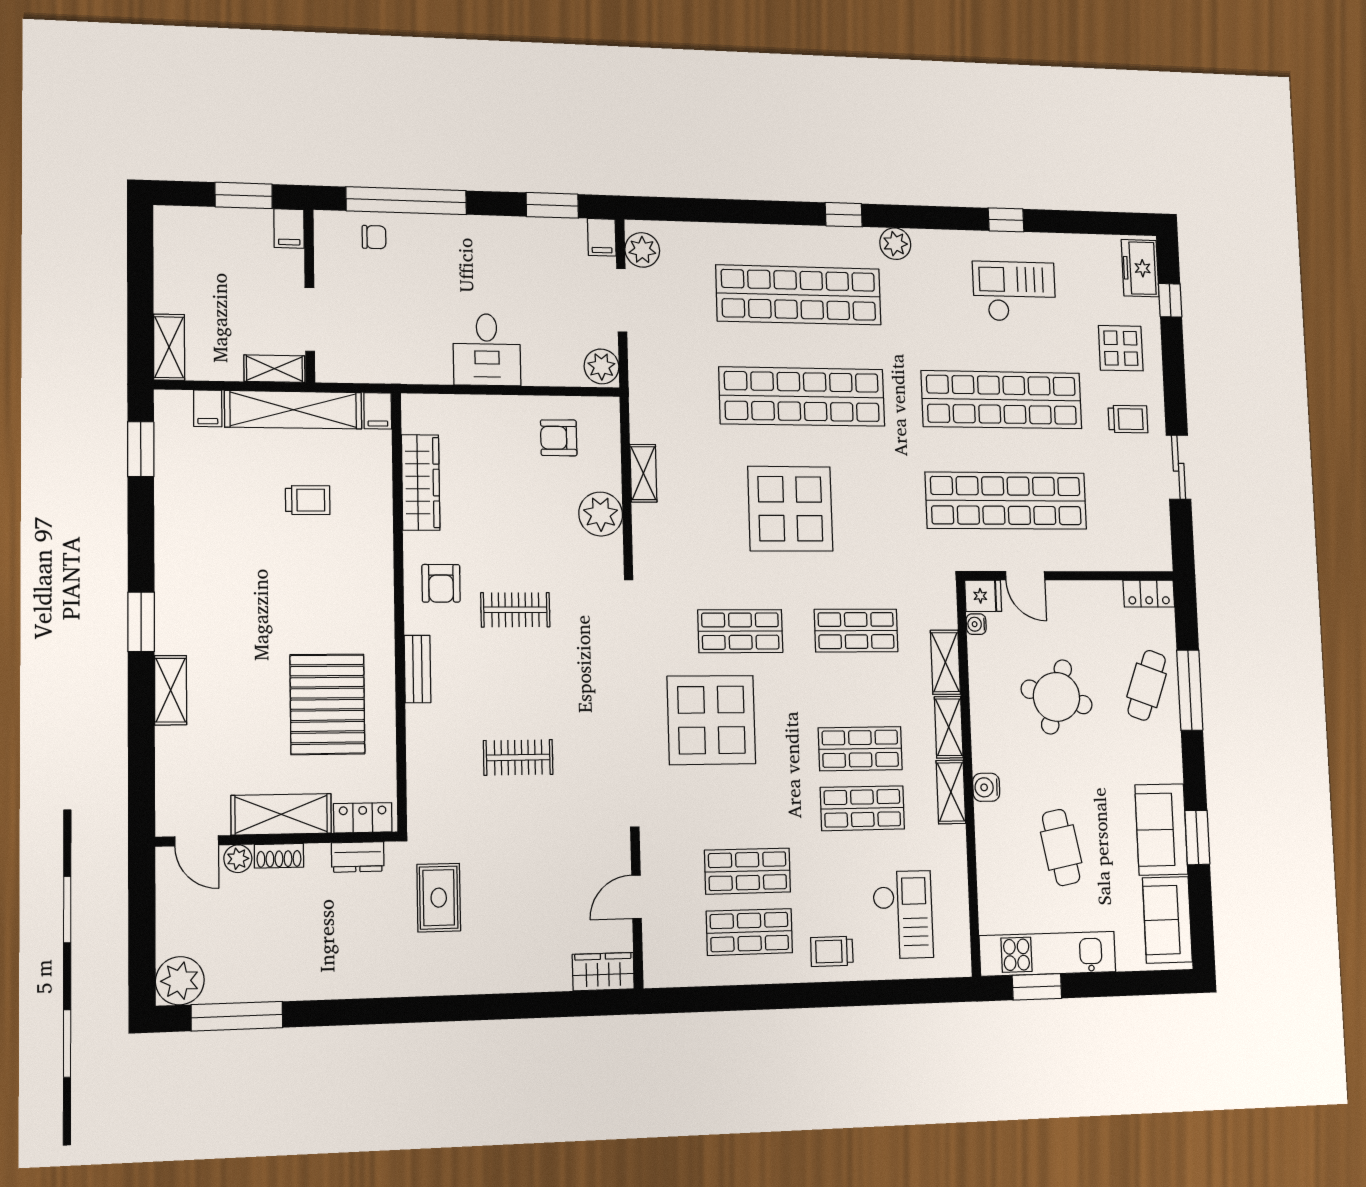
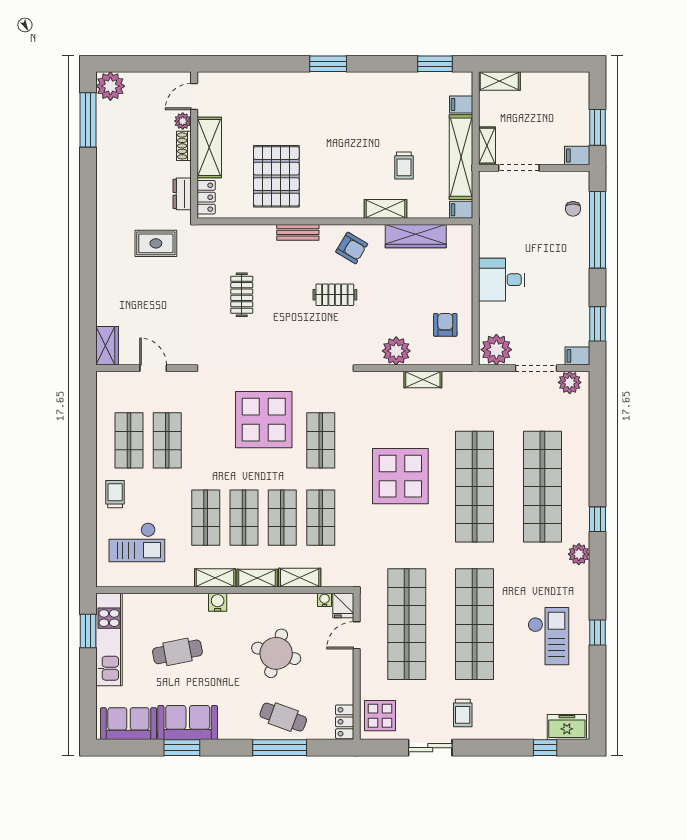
display table: (1121, 348) -> (380, 716), moved
plant: (601, 366) -> (496, 350), width x1.36, depth x1.36
armchair: (441, 583) -> (352, 248), turned -149
clothes rail: (515, 610) -> (335, 295), turned 90
shop shelf: (858, 689) -> (282, 518), added
shelving: (171, 690) -> (386, 209), moved
pallet: (327, 704) -> (276, 176), turned 90

